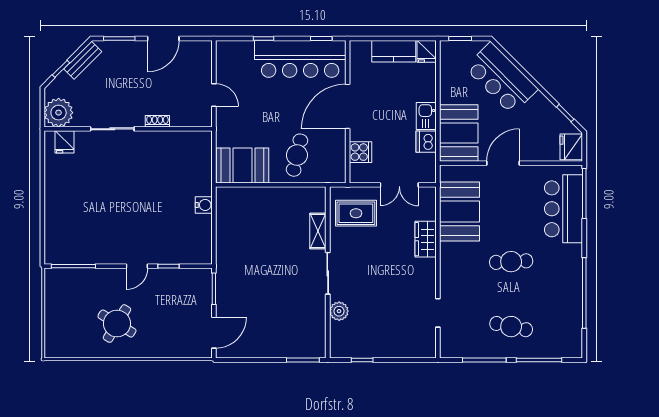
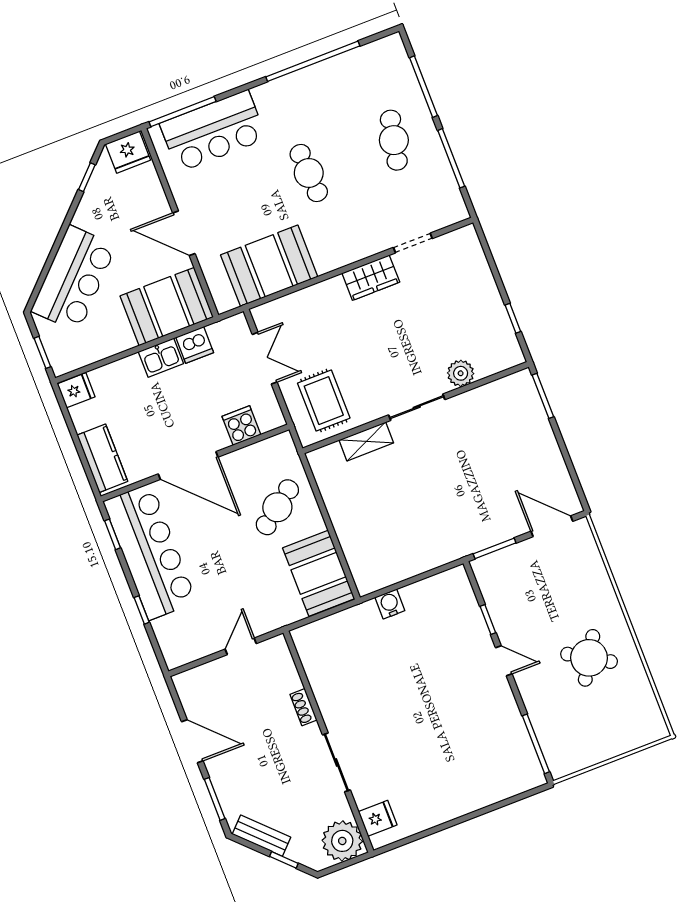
kitchen counter: (394, 51) -> (102, 458), moved
cafe table: (297, 155) -> (277, 507), turned -50
wardrobe: (426, 239) -> (371, 278), moved

